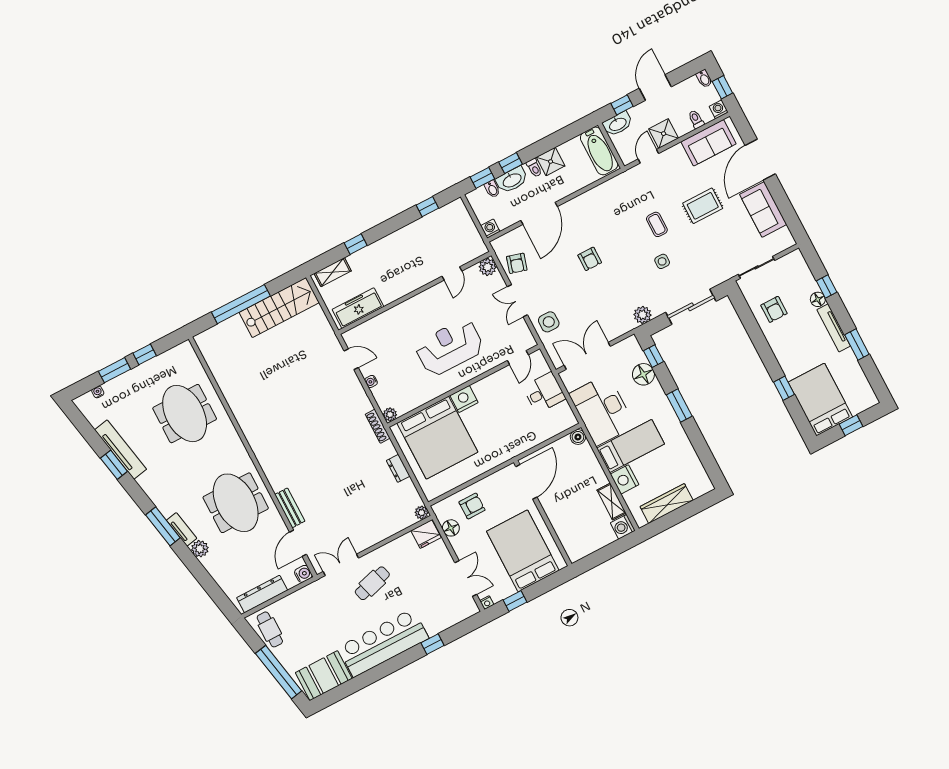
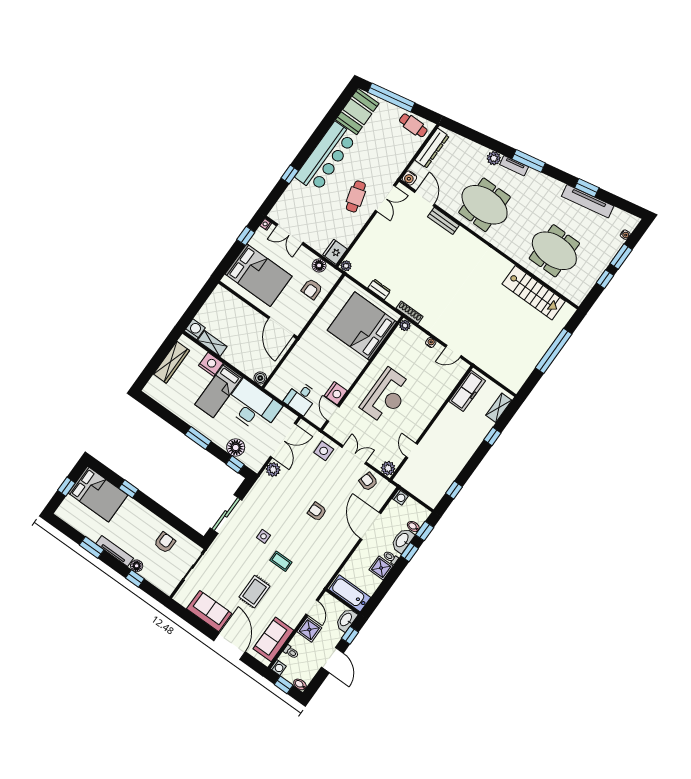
stairs: (279, 307) -> (534, 293), moved, turned -90
armchair: (774, 309) -> (165, 543), turned 91
plant: (642, 315) -> (273, 469), moved
nightstand: (464, 399) -> (336, 393), moved

